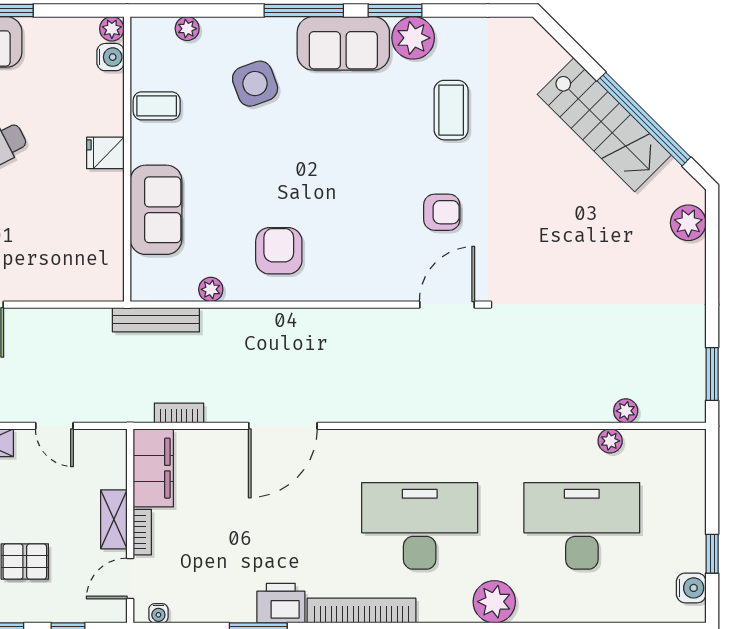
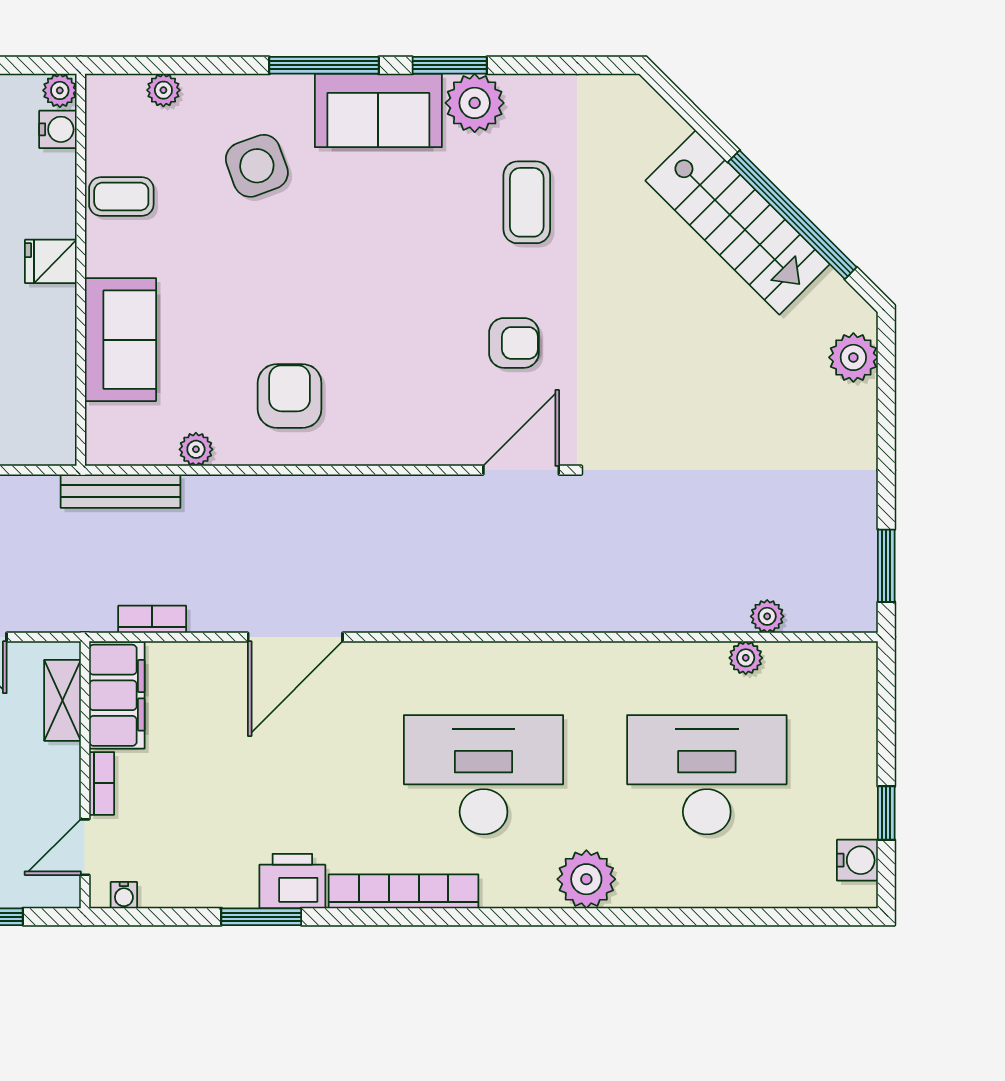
shelving: (114, 519) -> (63, 700), moved

